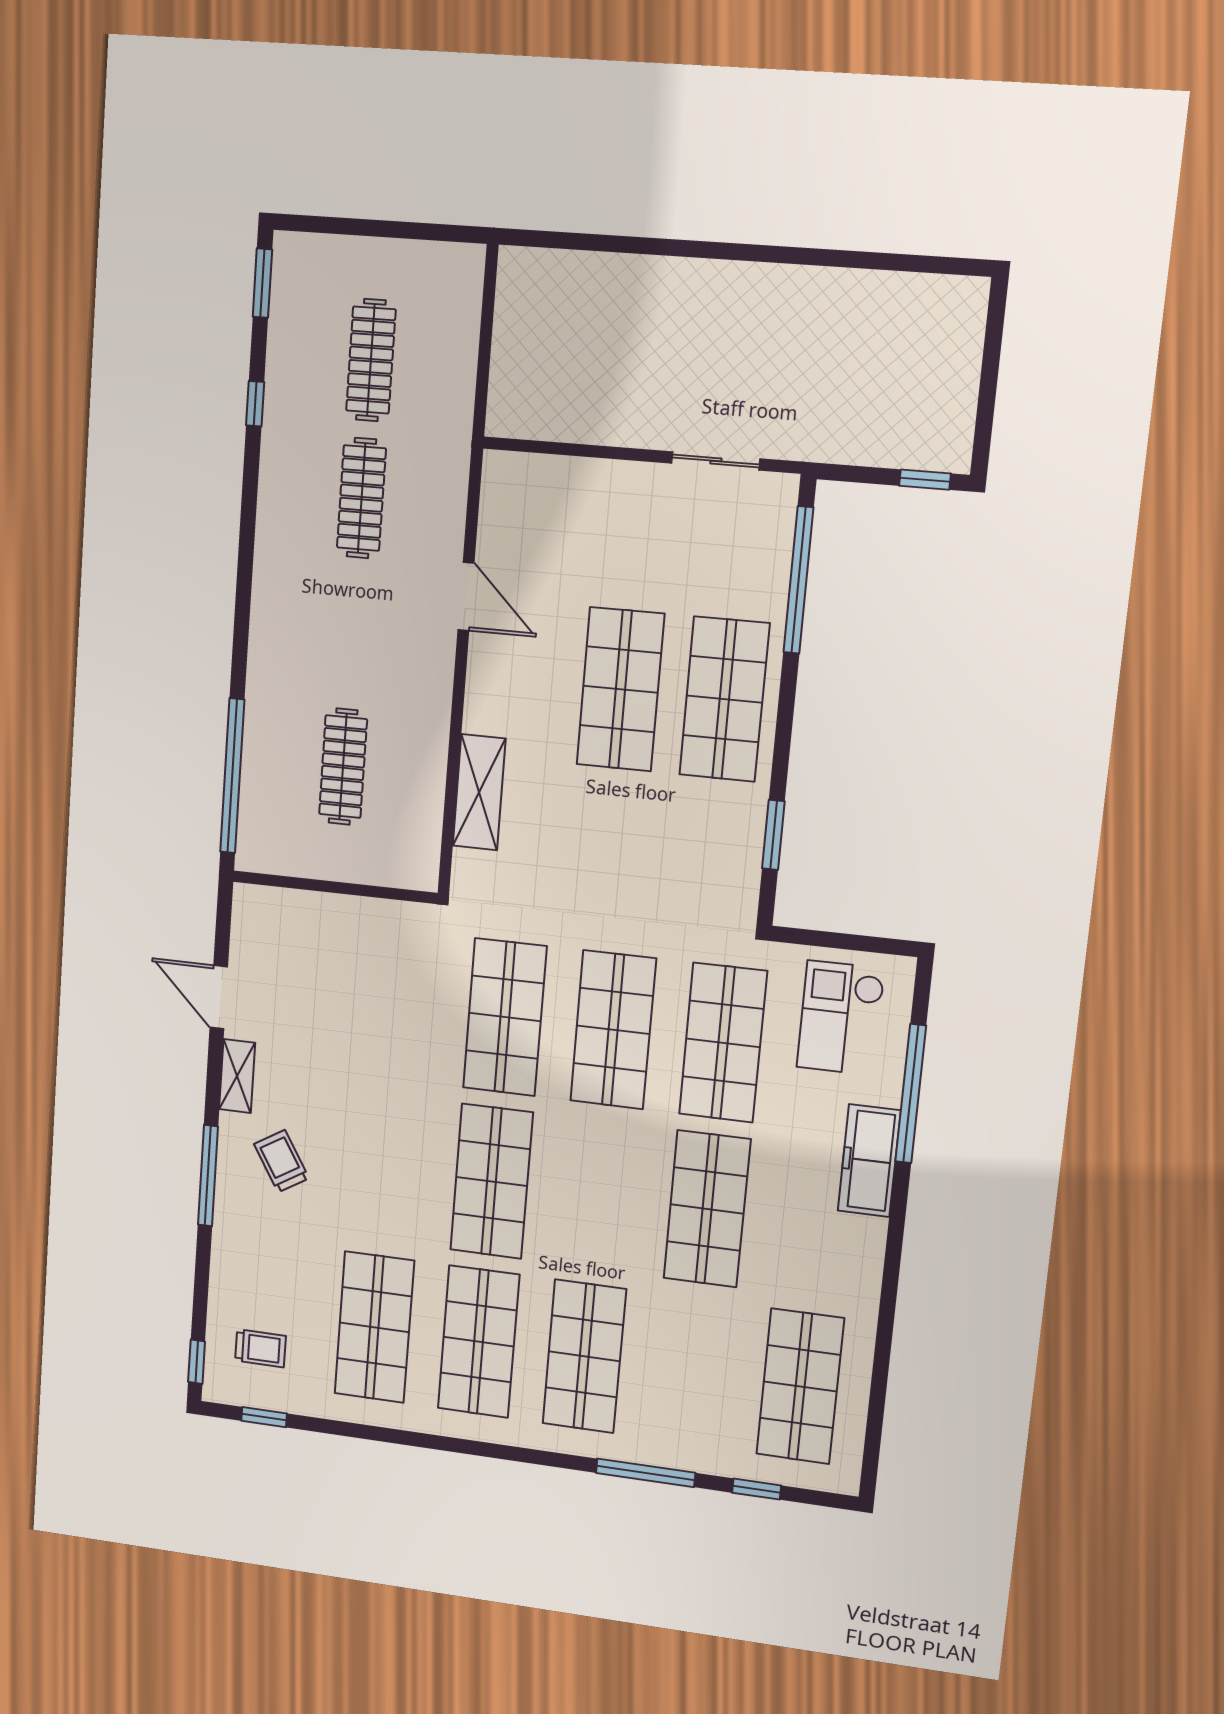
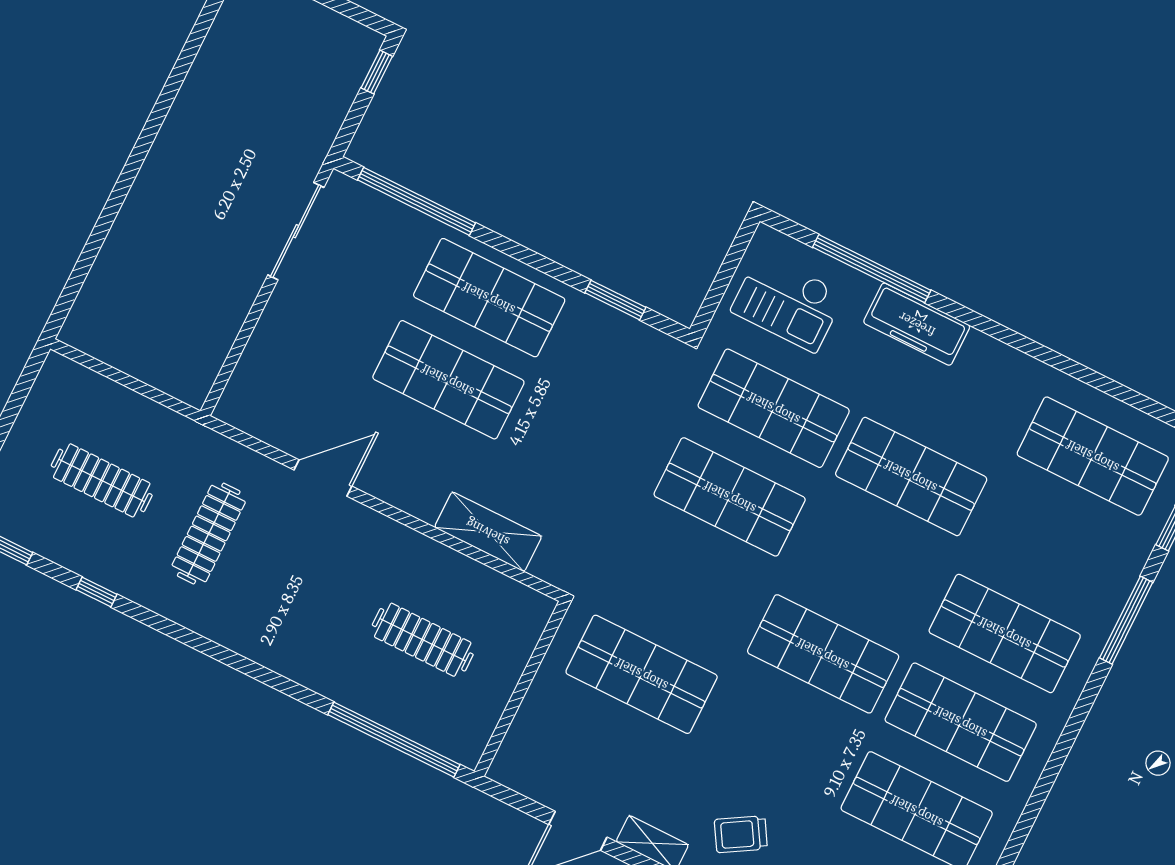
sliding door: (716, 461) -> (296, 231), width x1.37
clothes rail: (361, 498) -> (209, 534), turned 90
shop shelf: (505, 1017) -> (642, 674), moved

